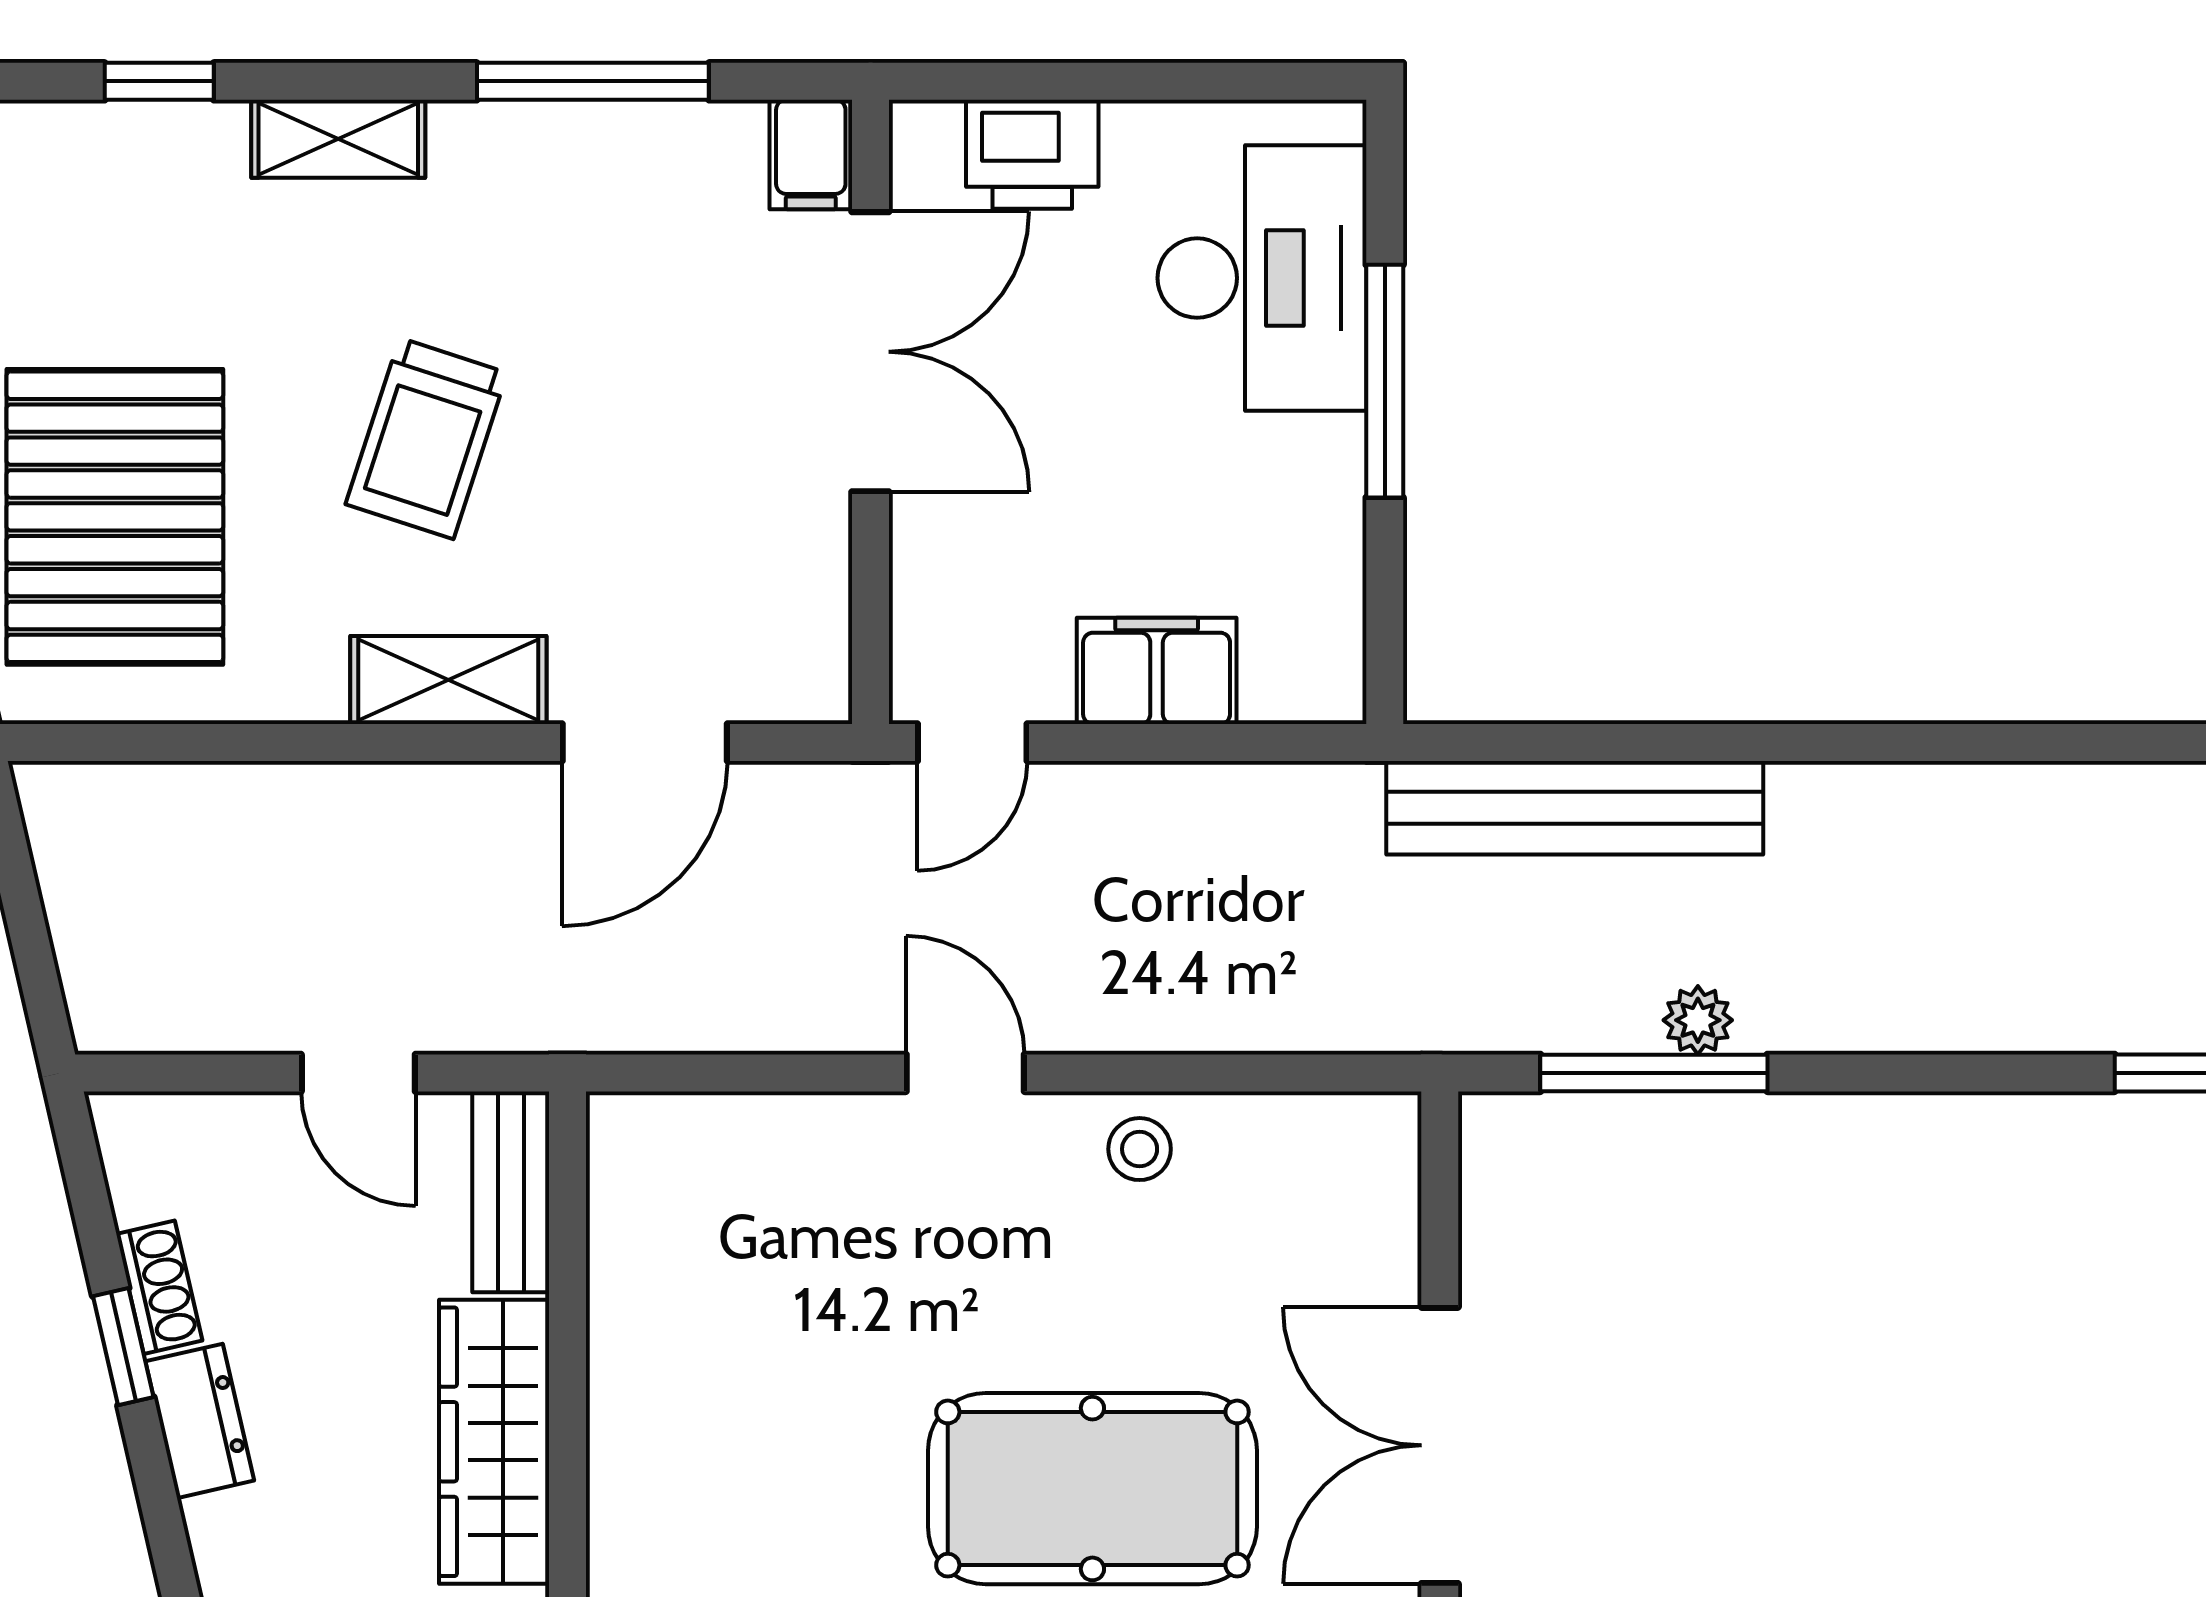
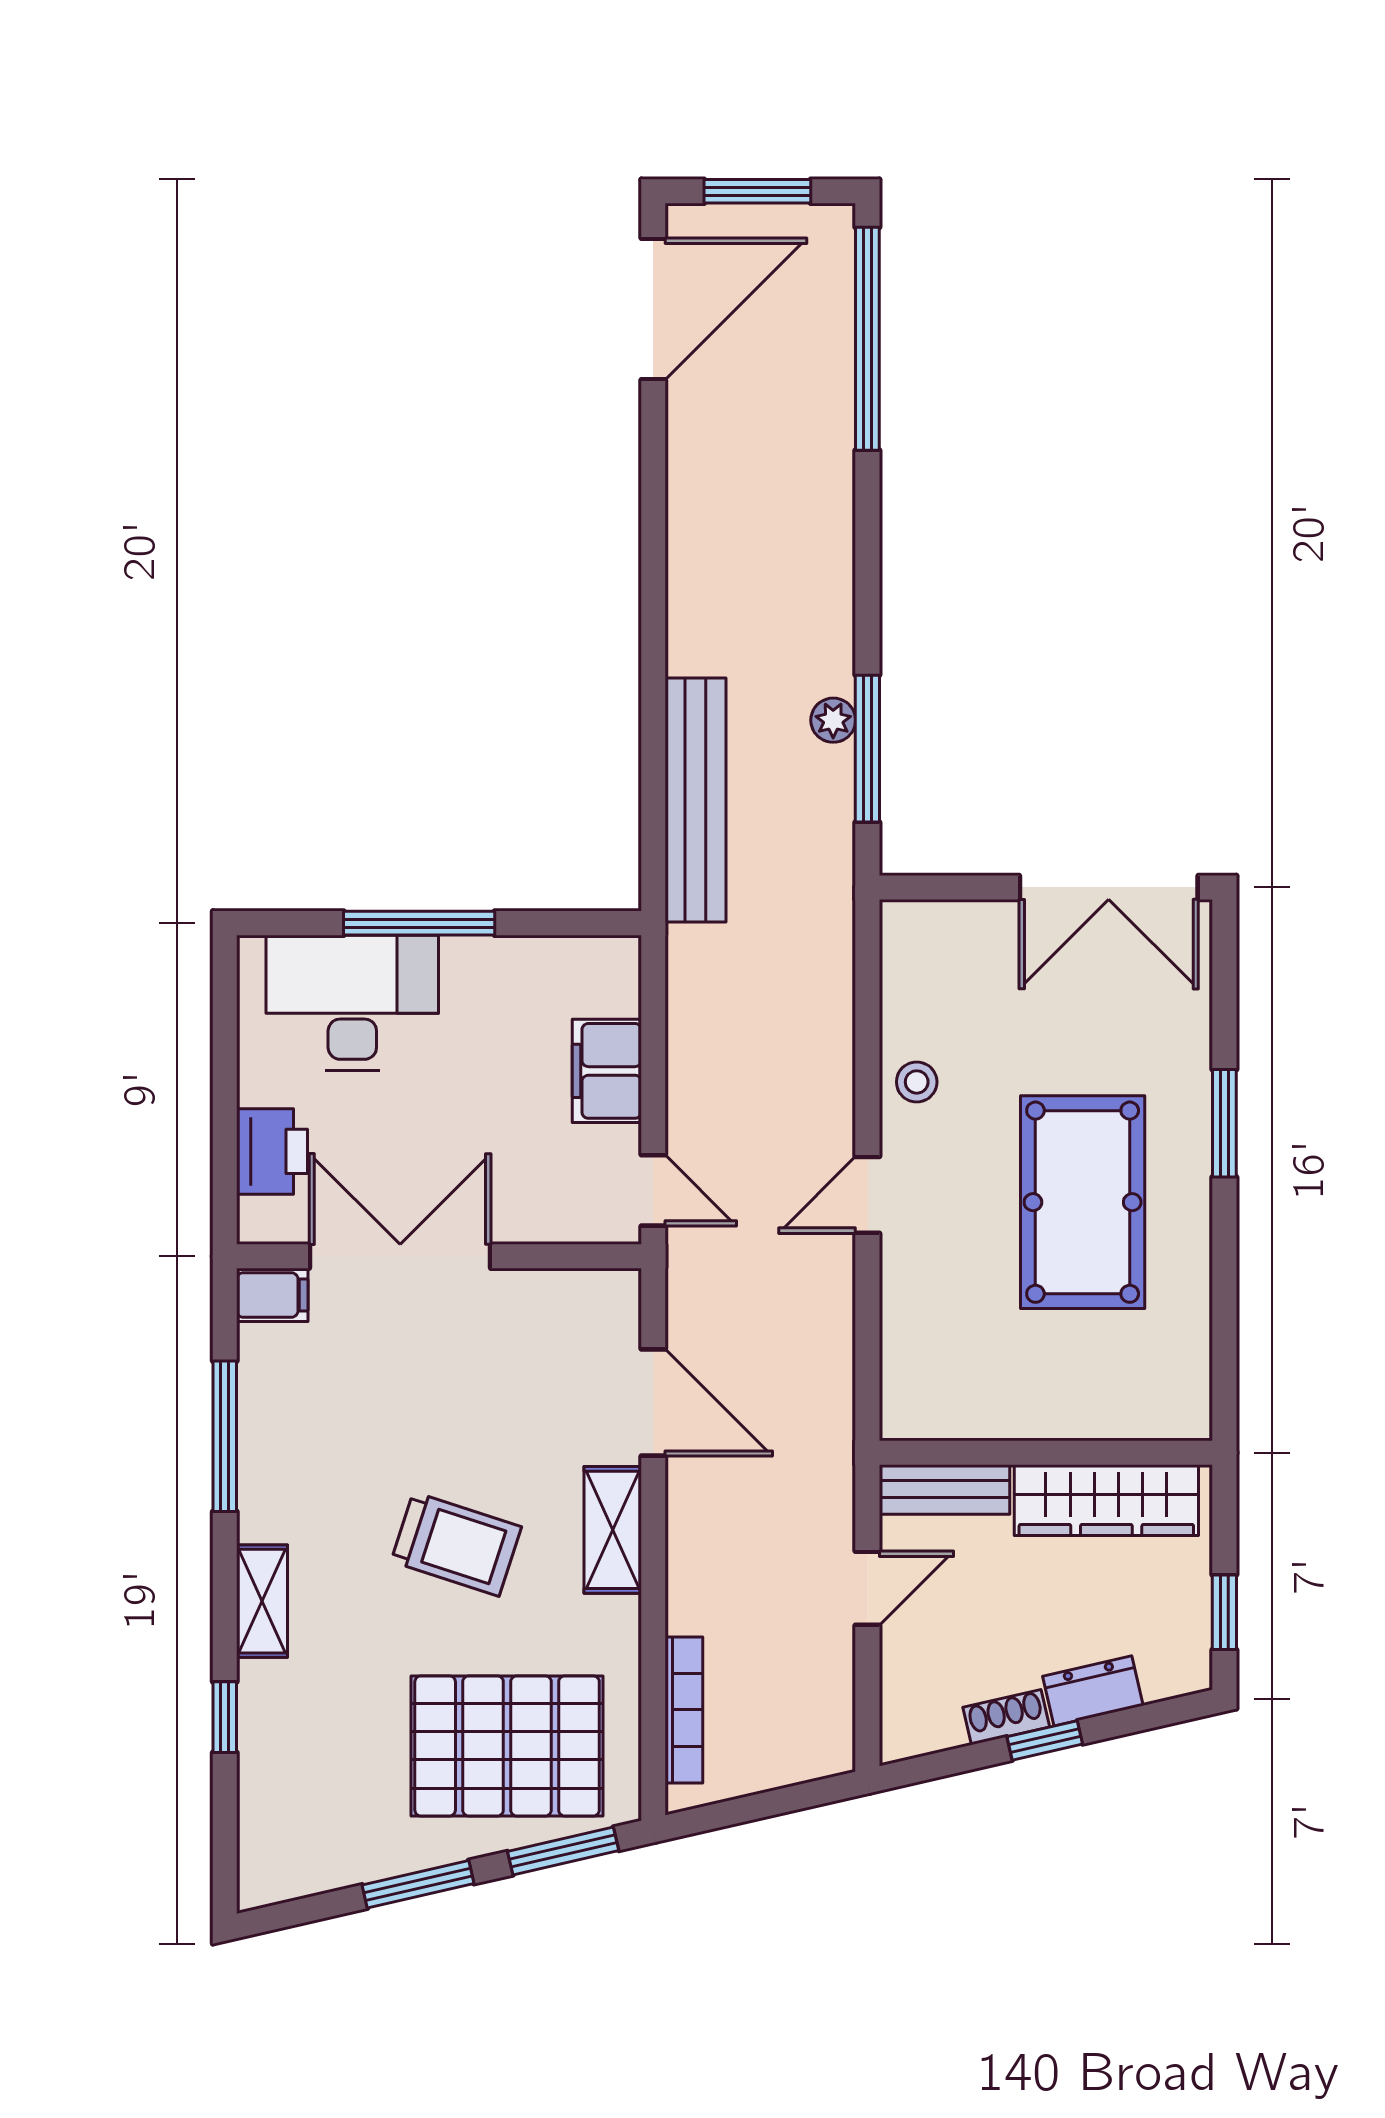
bookcase: (170, 790) -> (684, 1710), added
pool table: (1092, 1489) -> (1083, 1202), moved

